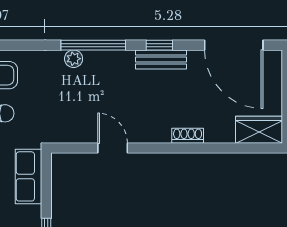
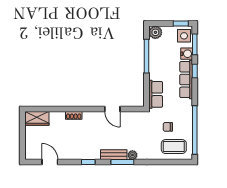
window: (93, 45) -> (122, 162), width x0.69
door: (234, 45) -> (50, 162), width x0.53
bench: (161, 59) -> (114, 155), moved

